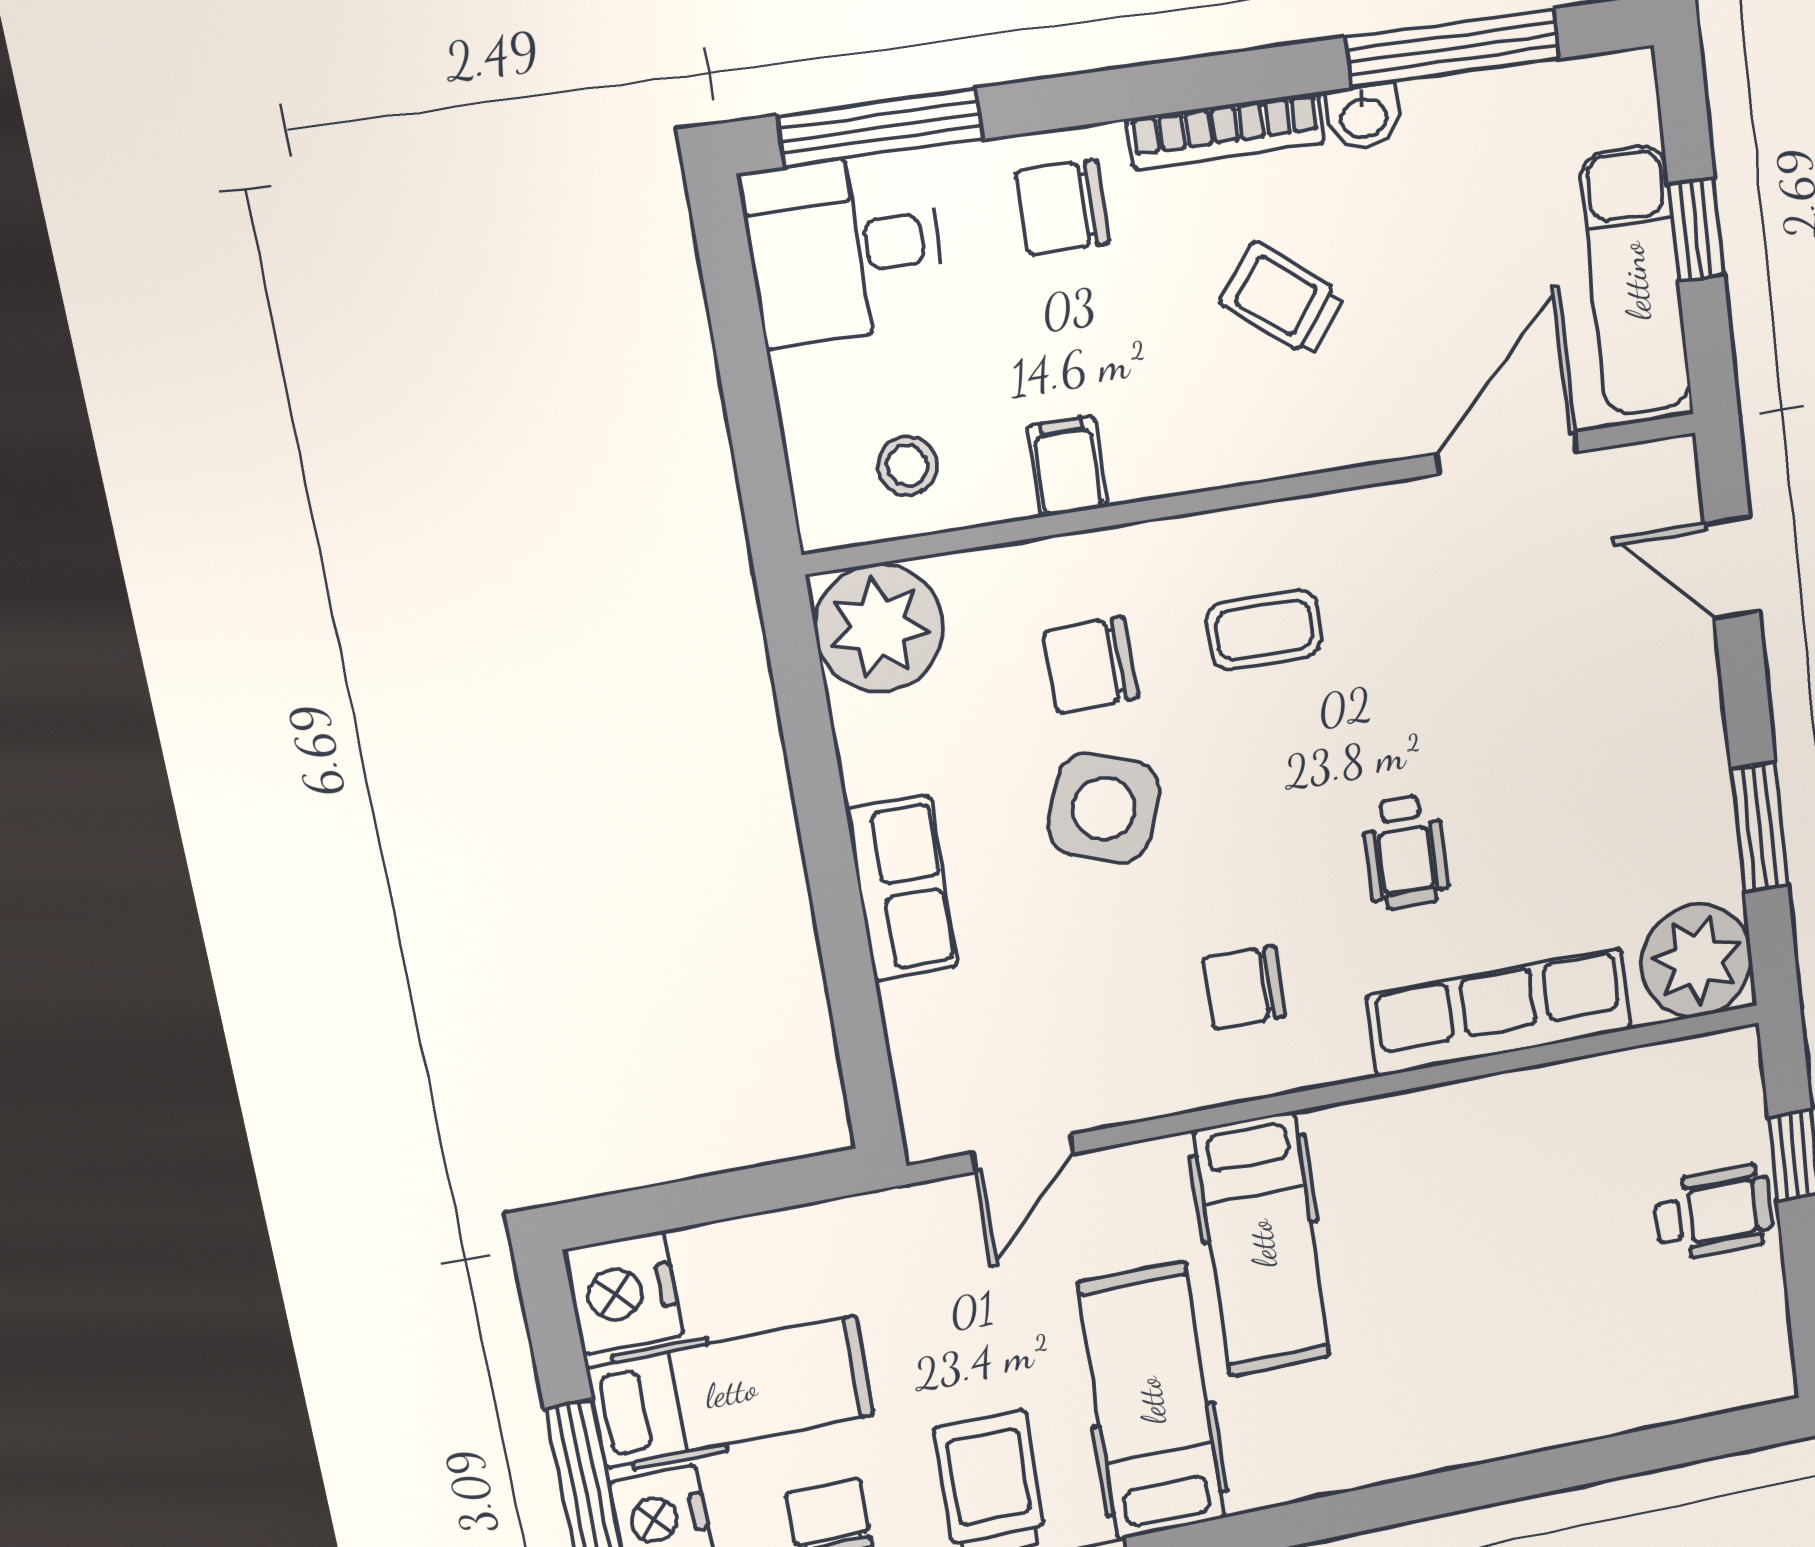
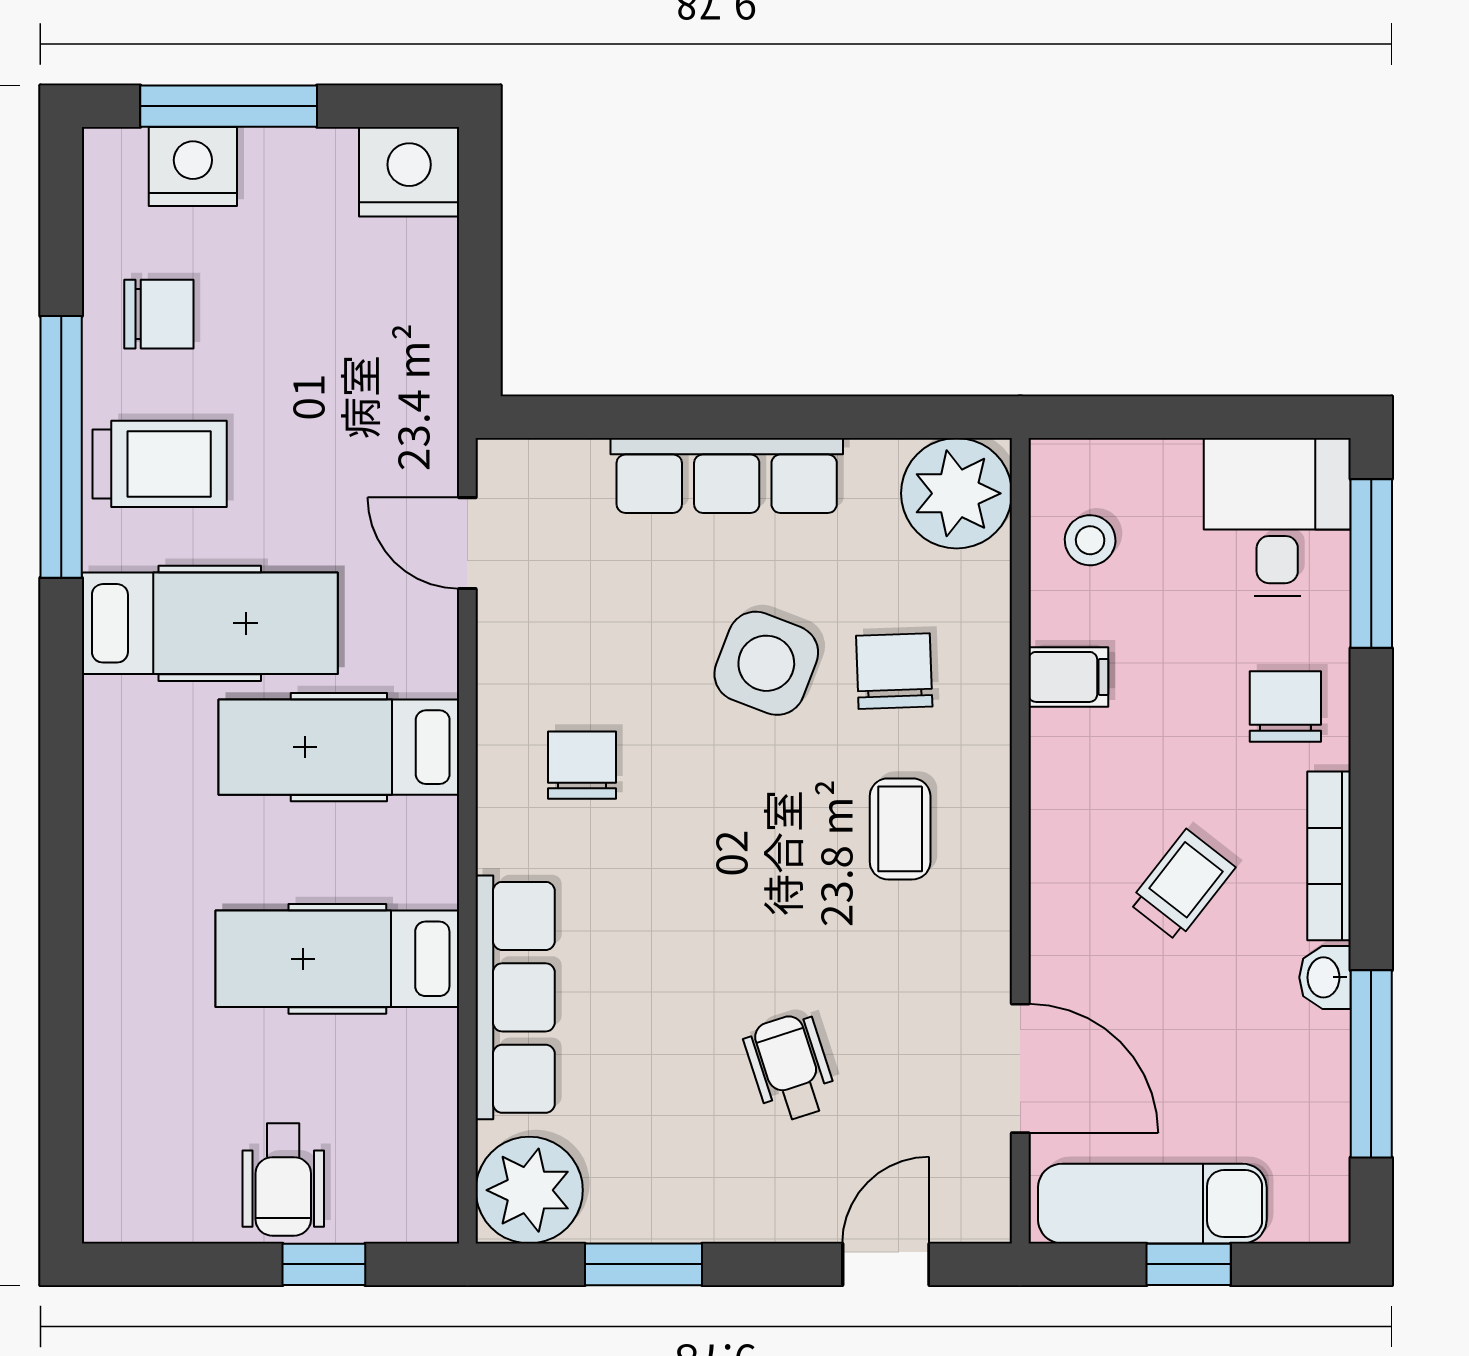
wheelchair: (1405, 852) -> (790, 1068), moved, turned 72
row of seats: (902, 888) -> (727, 475), width x1.48
hospital bed: (731, 1392) -> (337, 959), moved, turned 90

